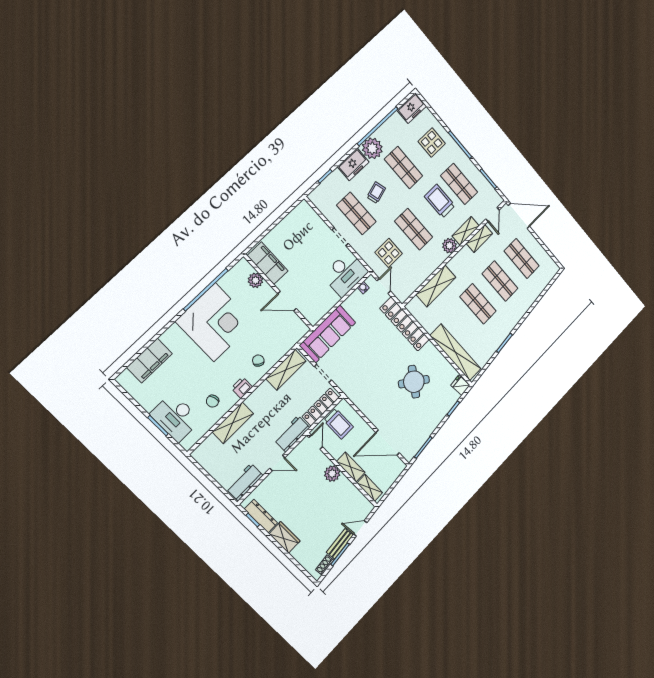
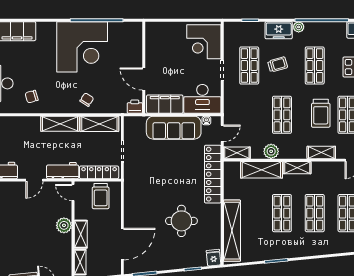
plant: (372, 148) -> (299, 27), width x0.53, depth x0.53
trolley: (440, 201) -> (321, 113), turned 180
corner desk: (306, 227) -> (204, 42), added
shelving: (479, 238) -> (297, 168), moved
plant: (449, 246) -> (271, 151), moved
display table: (389, 253) -> (248, 114), removed
filing cabinet: (268, 263) -> (165, 104), moved, turned -90
plant: (255, 280) -> (135, 45), removed
shelving: (407, 290) -> (237, 153), added
sofa: (328, 334) -> (174, 128), moved
round table: (414, 382) -> (181, 221), turned -35
printer: (242, 388) -> (135, 107), moved
shelving: (233, 423) -> (60, 124), moved
door: (316, 442) -> (73, 192), swing flipped
door: (388, 443) -> (122, 244), swing flipped
door: (277, 463) -> (34, 180), hinge flipped

